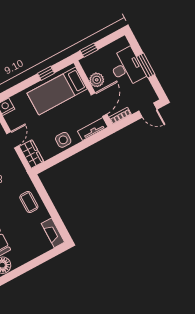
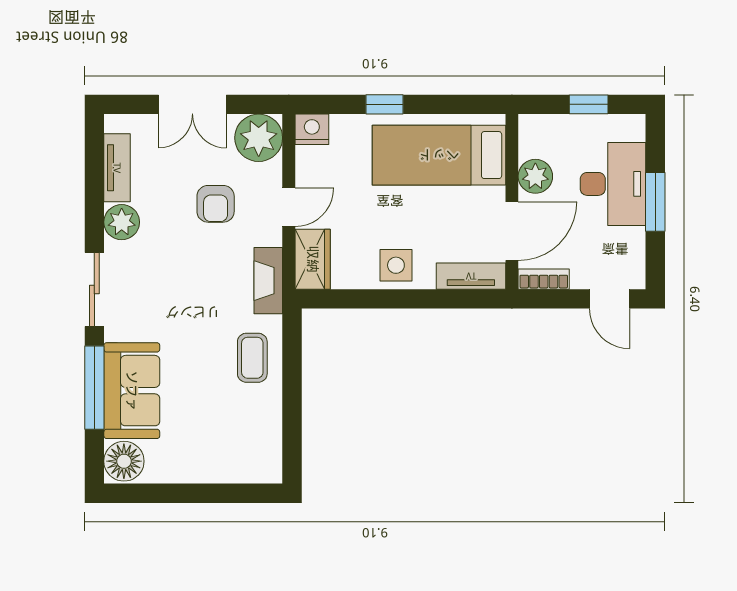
window: (89, 50) -> (589, 104), moved
window: (46, 73) -> (384, 104), moved
fireplace: (53, 233) -> (268, 281), moved

